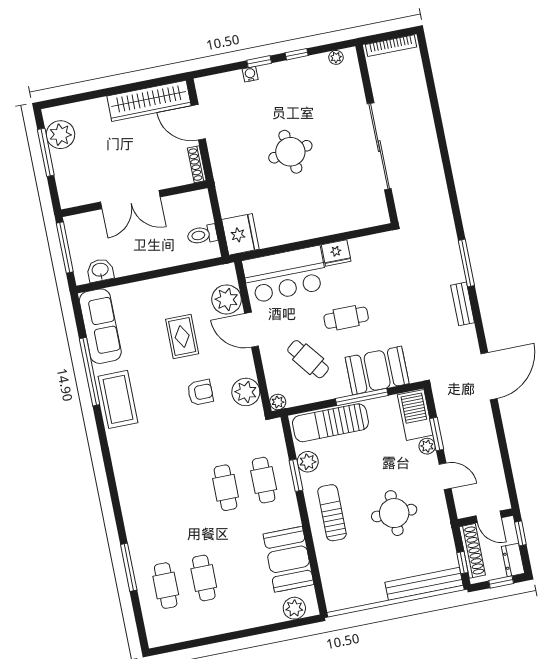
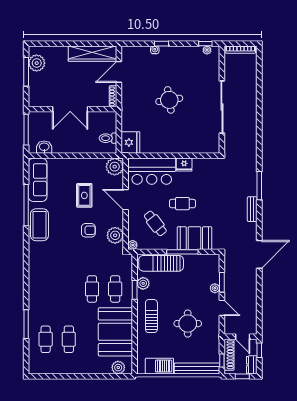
window: (297, 54) -> (205, 44), moved
door: (198, 122) -> (119, 72), hinge flipped
plant: (227, 299) -> (115, 167), moved
barbecue: (415, 415) -> (159, 366), moved, turned 90
booth: (288, 559) -> (115, 332), width x1.36, depth x1.42

